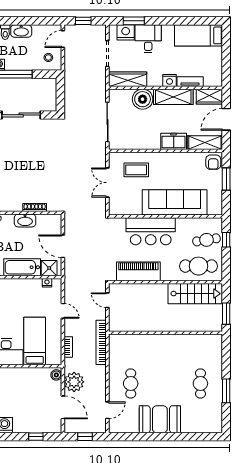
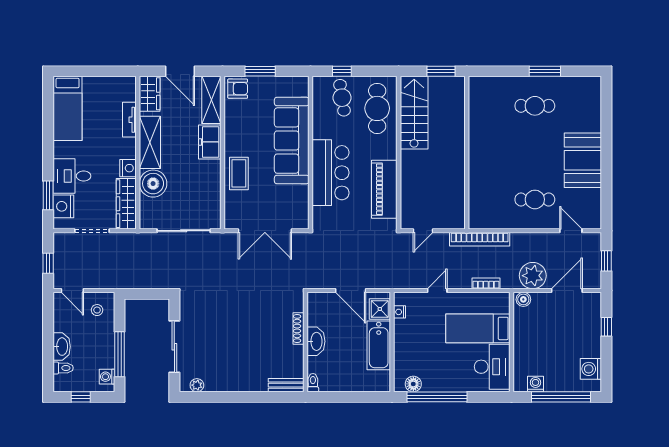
nightstand: (170, 81) -> (128, 168), moved
coffee table: (136, 170) -> (239, 173), moved
double door: (107, 183) -> (265, 231), width x1.37
door: (63, 246) -> (351, 291), hinge flipped

